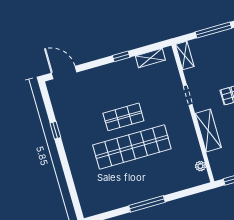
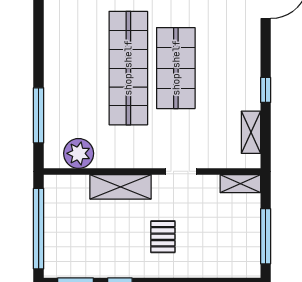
shop shelf: (123, 117) -> (176, 68), width x1.43, depth x1.36
plant: (200, 166) -> (79, 153), width x1.87, depth x1.87
window: (147, 204) -> (39, 115), moved

